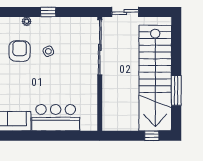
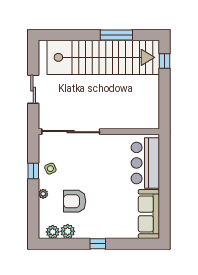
sliding door: (100, 47) -> (71, 132), moved
side table: (48, 51) -> (50, 169), moved
wall: (100, 74) -> (99, 132), moved

